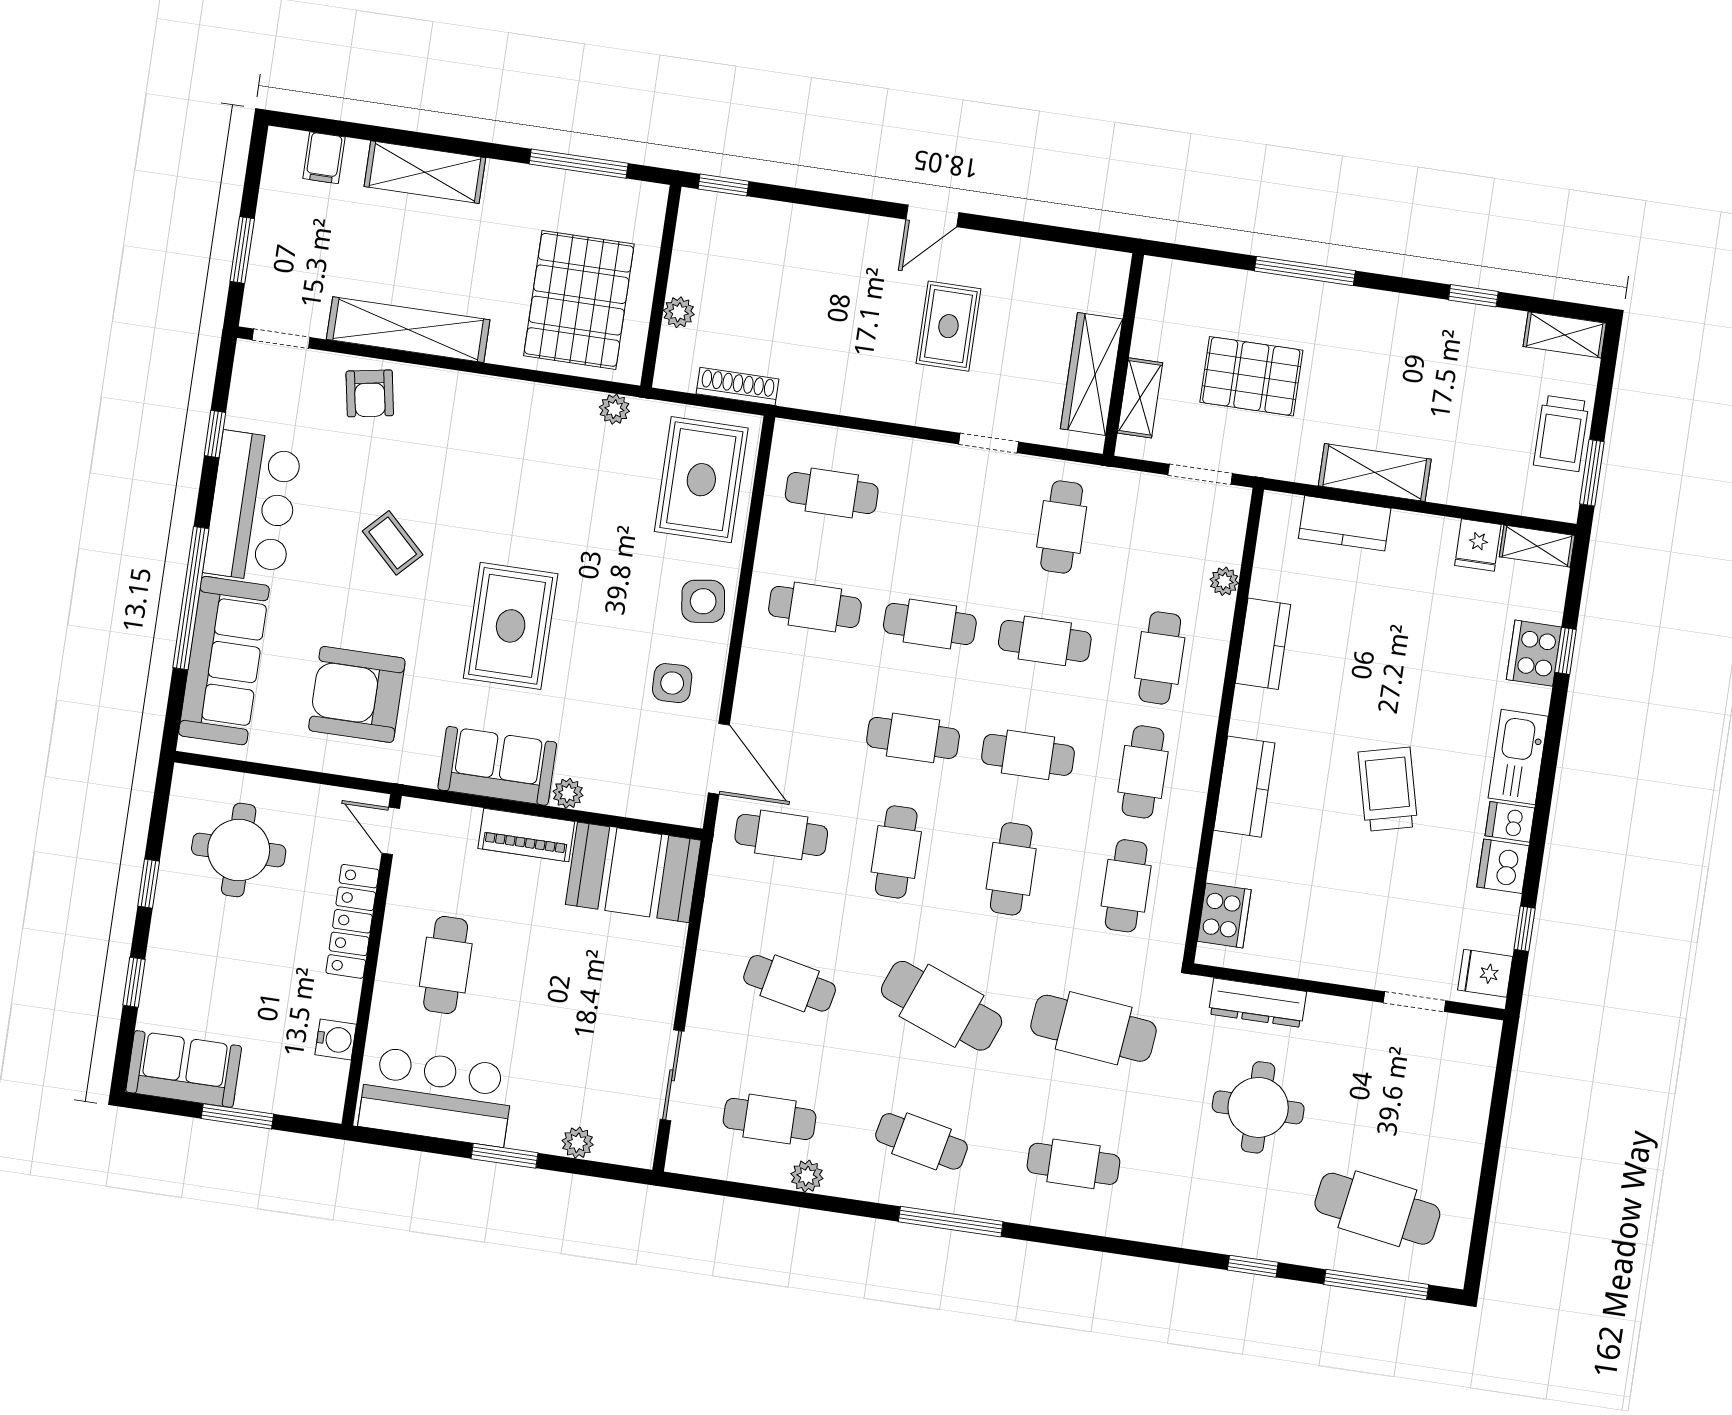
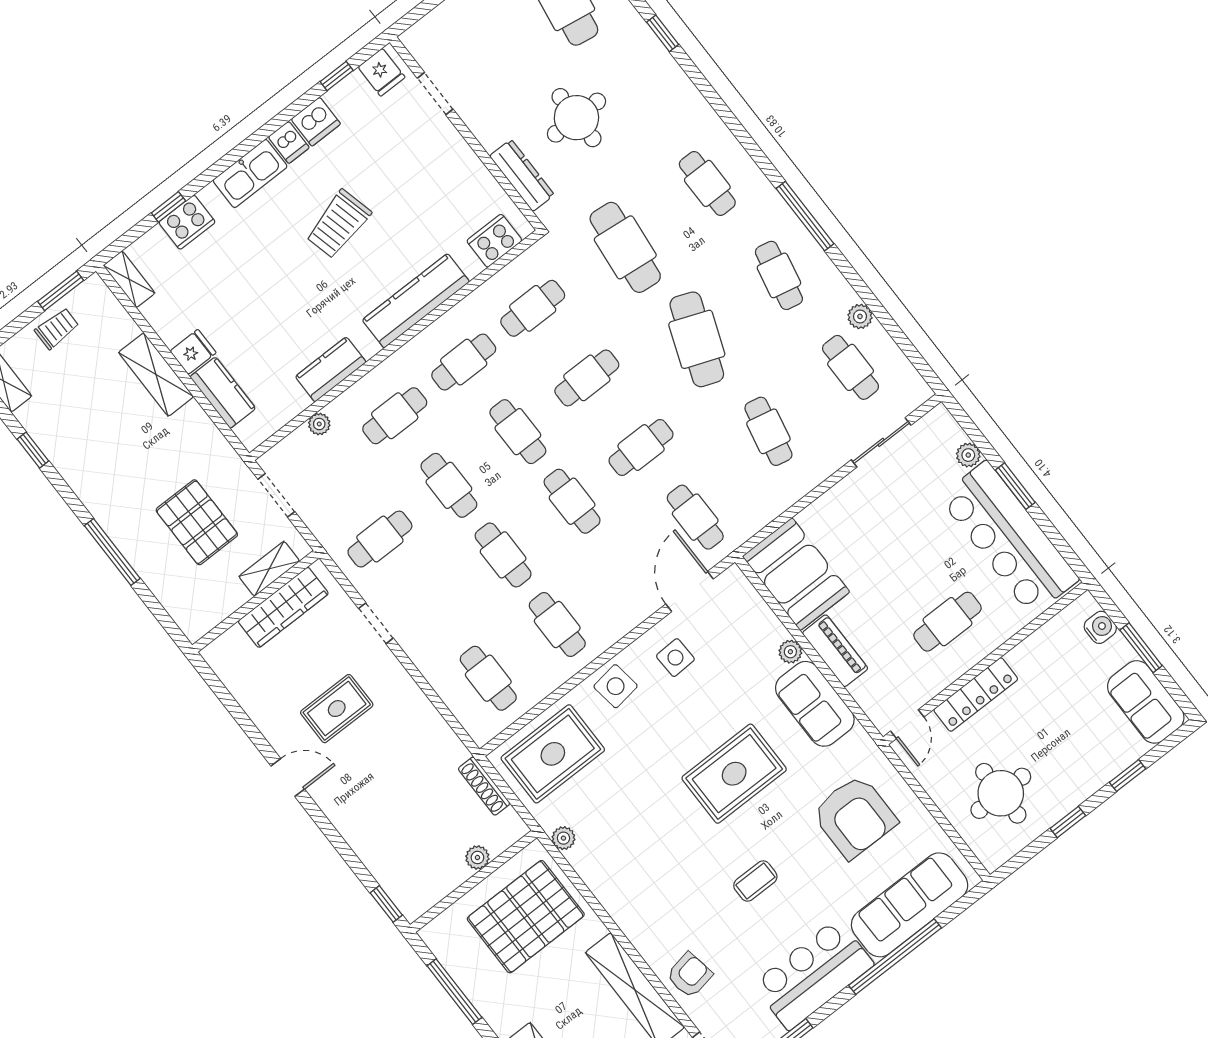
trolley: (1561, 433) -> (57, 328), width x0.73, depth x0.72
shelving: (1375, 472) -> (156, 375), moved
coffee table: (393, 543) -> (755, 881), turned 46
fridge: (1478, 545) -> (193, 352), moved
kitchen counter: (1244, 787) -> (416, 301), width x1.50
water cooler: (336, 1040) -> (1100, 627), moved, turned 90
bar counter: (436, 1097) -> (1009, 538), width x1.36

